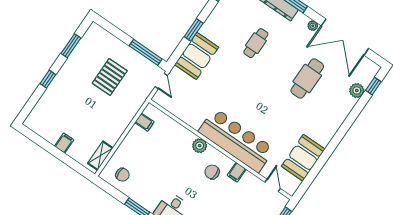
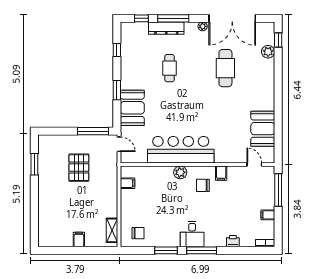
window: (48, 79) -> (34, 201), removed
bar counter: (236, 140) -> (181, 150), moved

